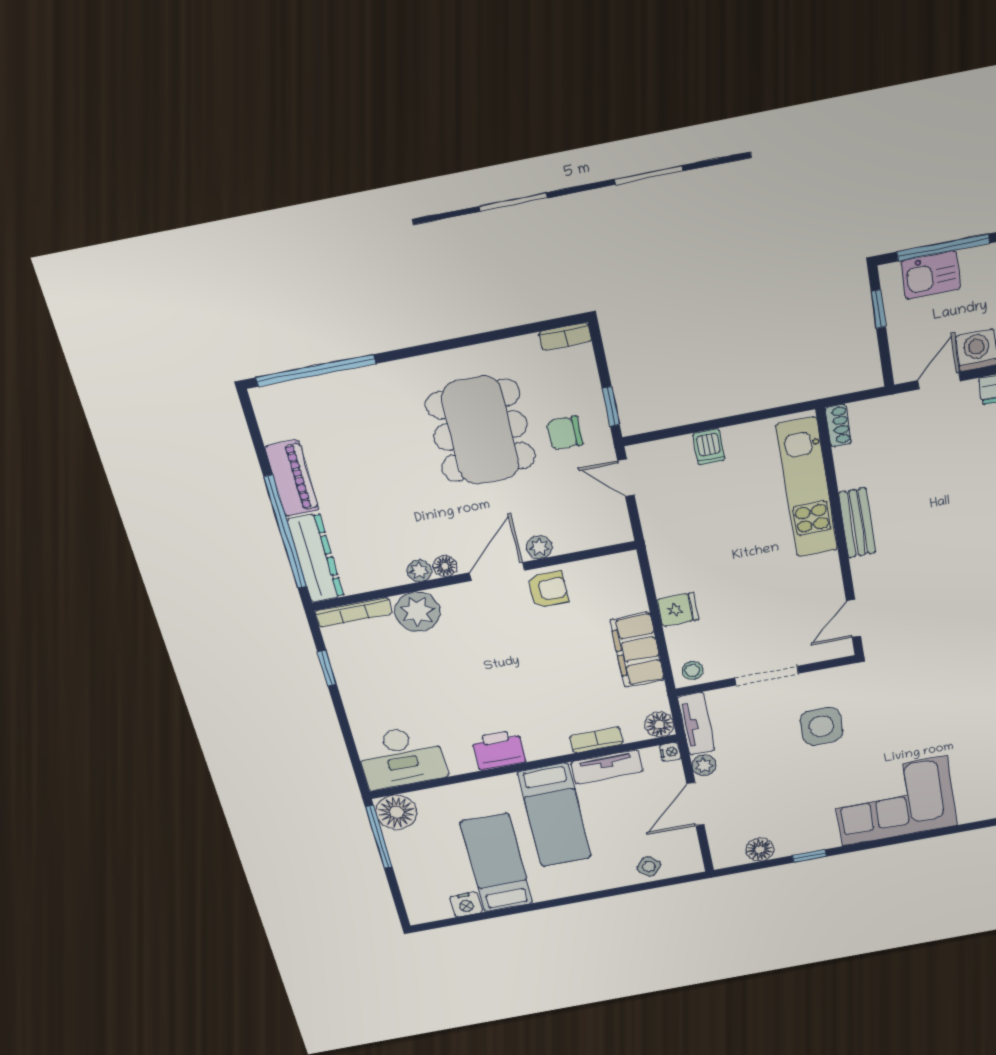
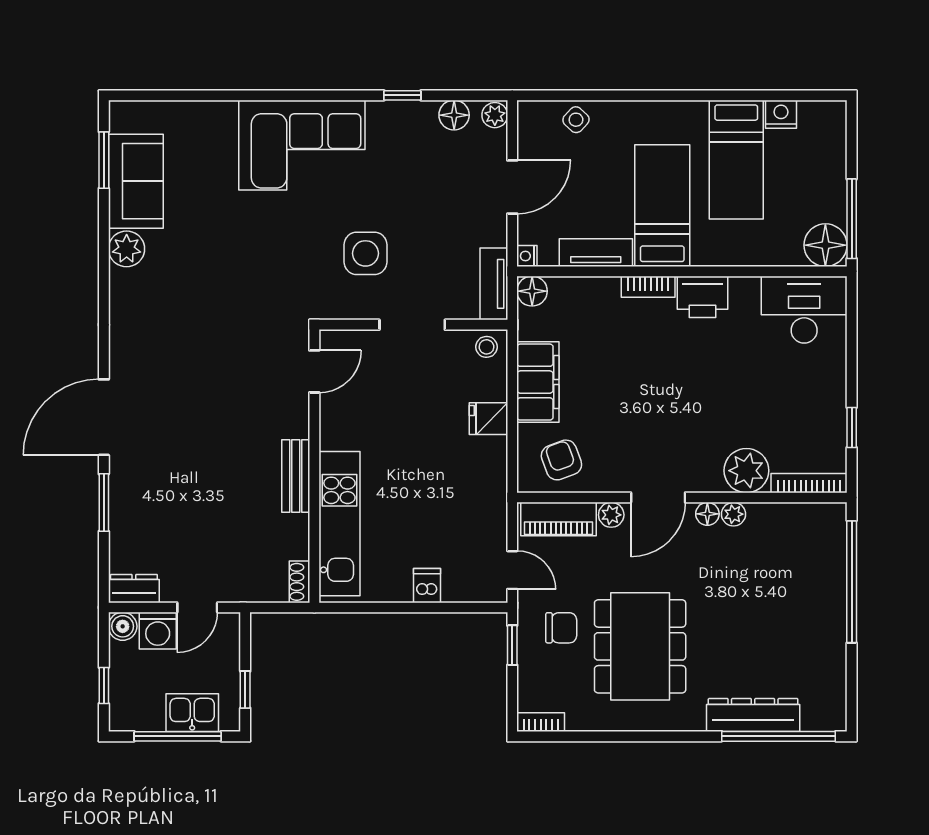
piano: (292, 478) -> (558, 519), moved, turned -90
dresser: (316, 558) -> (753, 715), moved, turned 90
armchair: (548, 589) -> (561, 460), moved, turned 70
bookcase: (596, 740) -> (648, 287), moved
plant: (704, 765) -> (495, 115), moved

